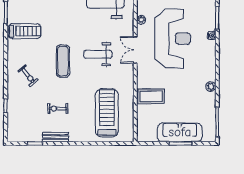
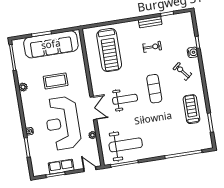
treadmill: (25, 31) -> (191, 109), turned 90
water cooler: (13, 95) -> (193, 52), added
coffee table: (151, 96) -> (56, 81), moved
sofa: (180, 132) -> (51, 44), width x1.36, depth x1.27

